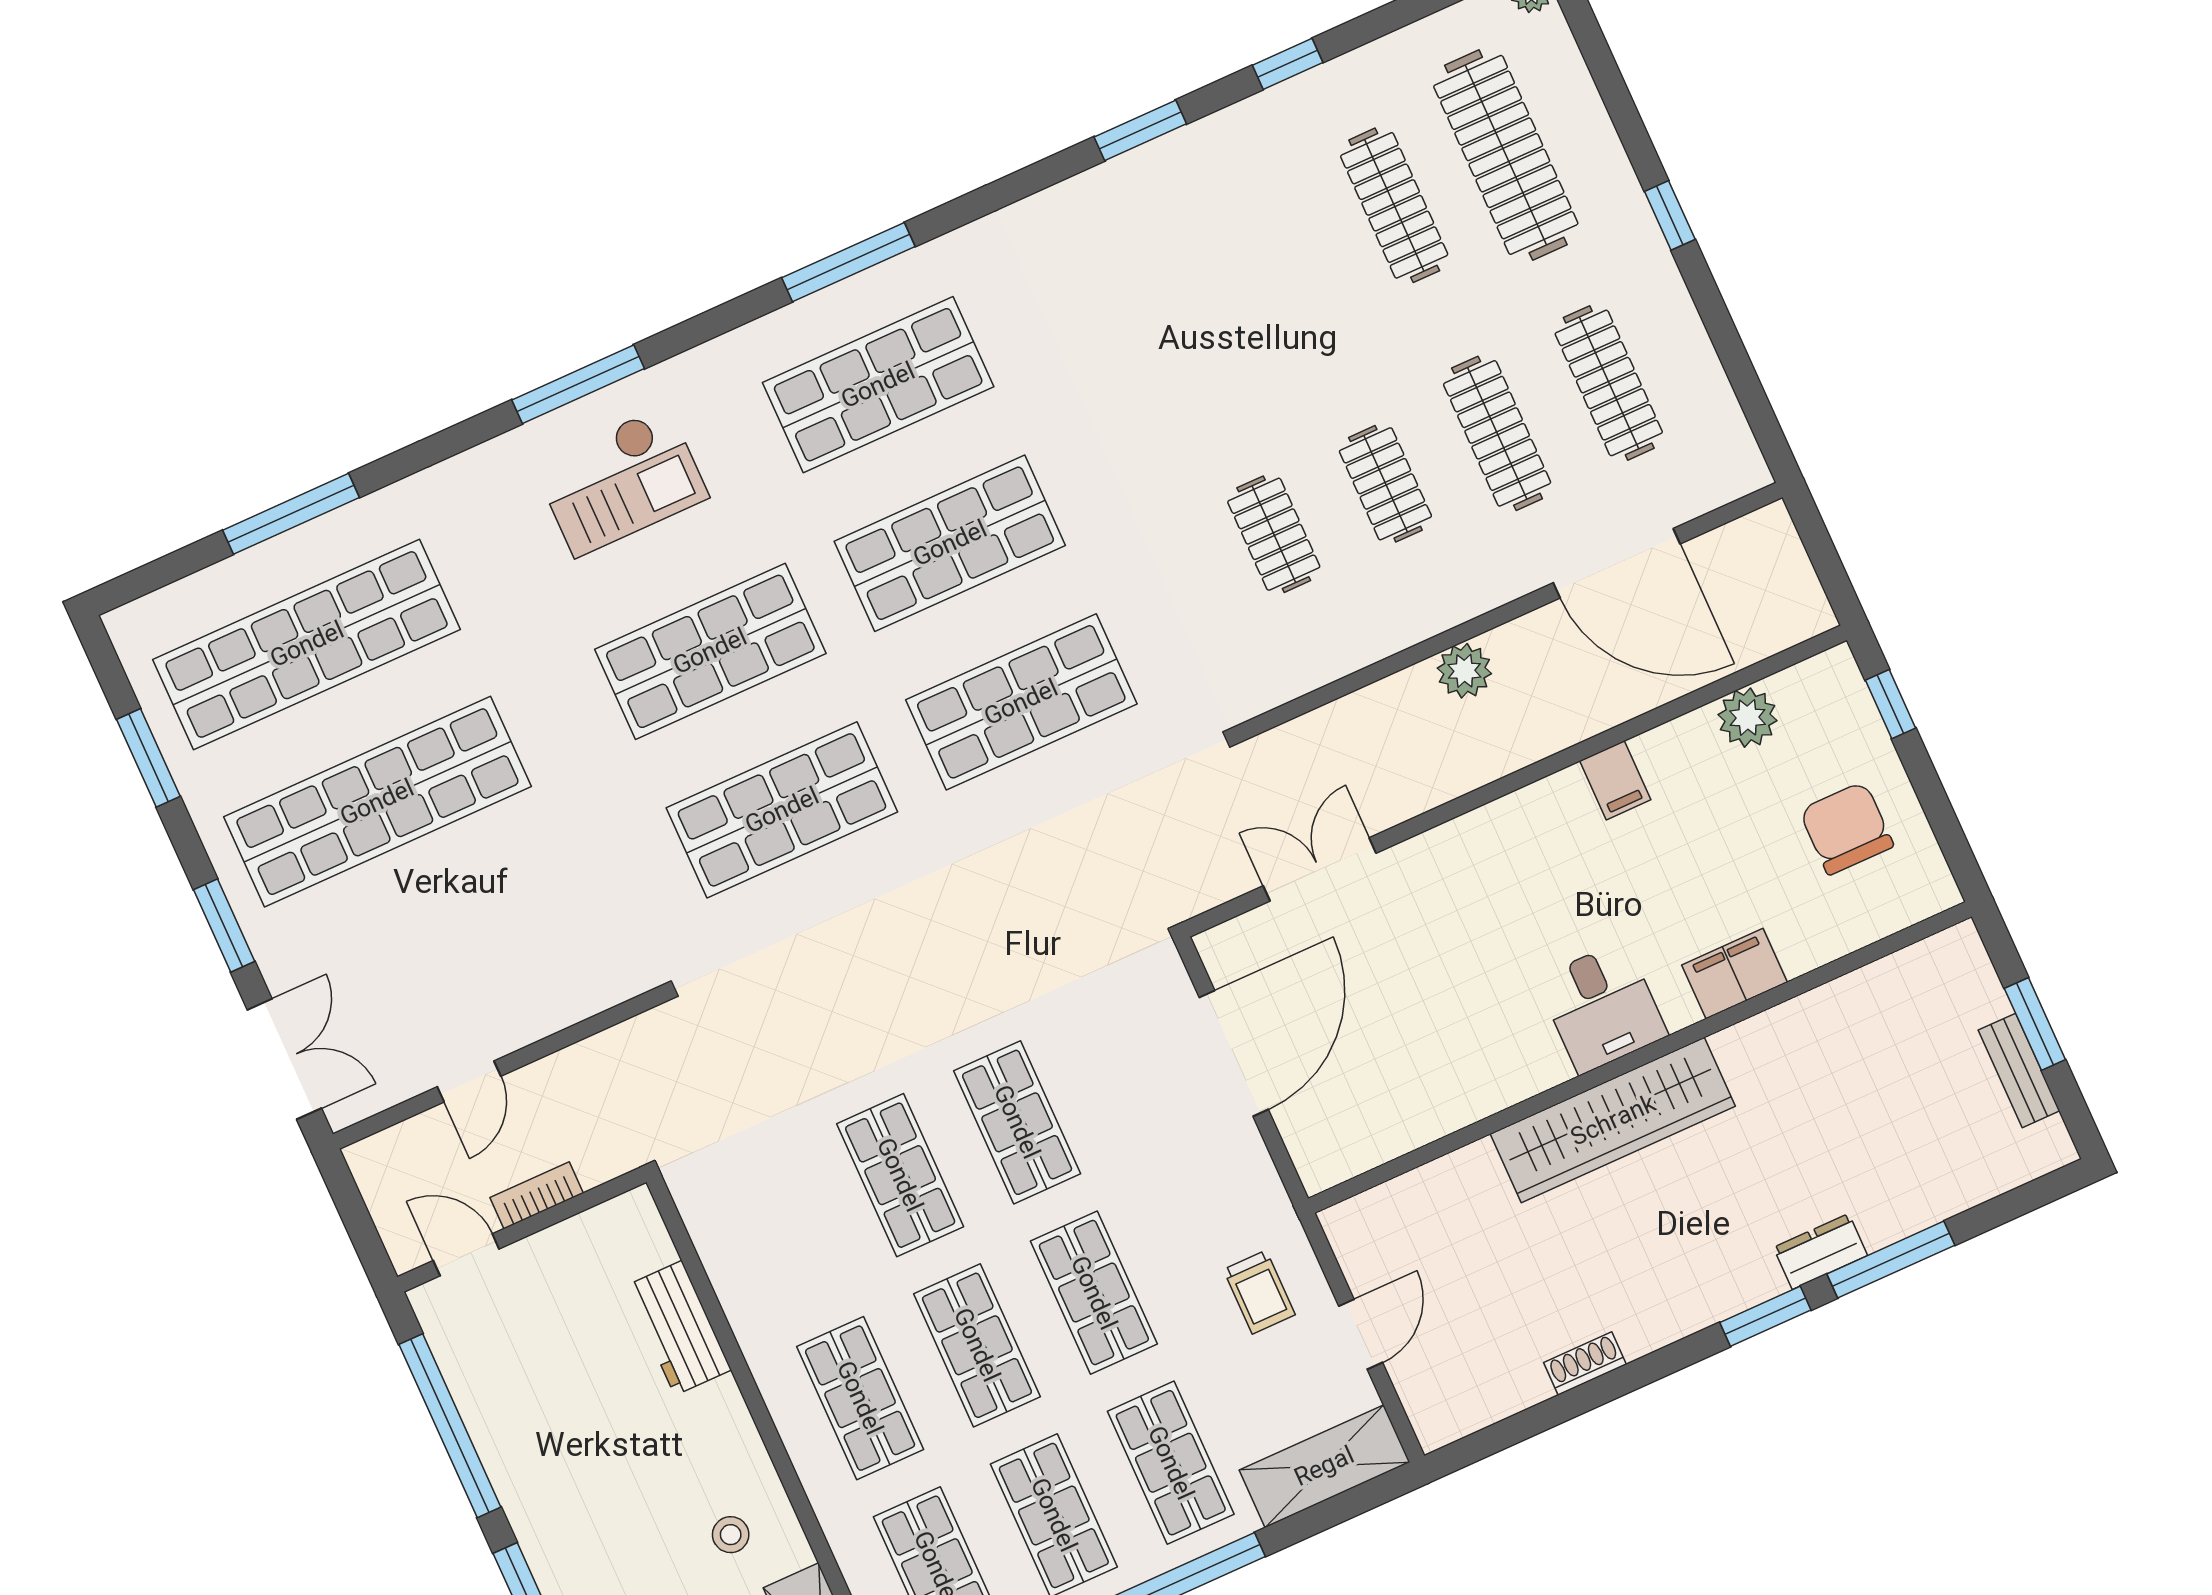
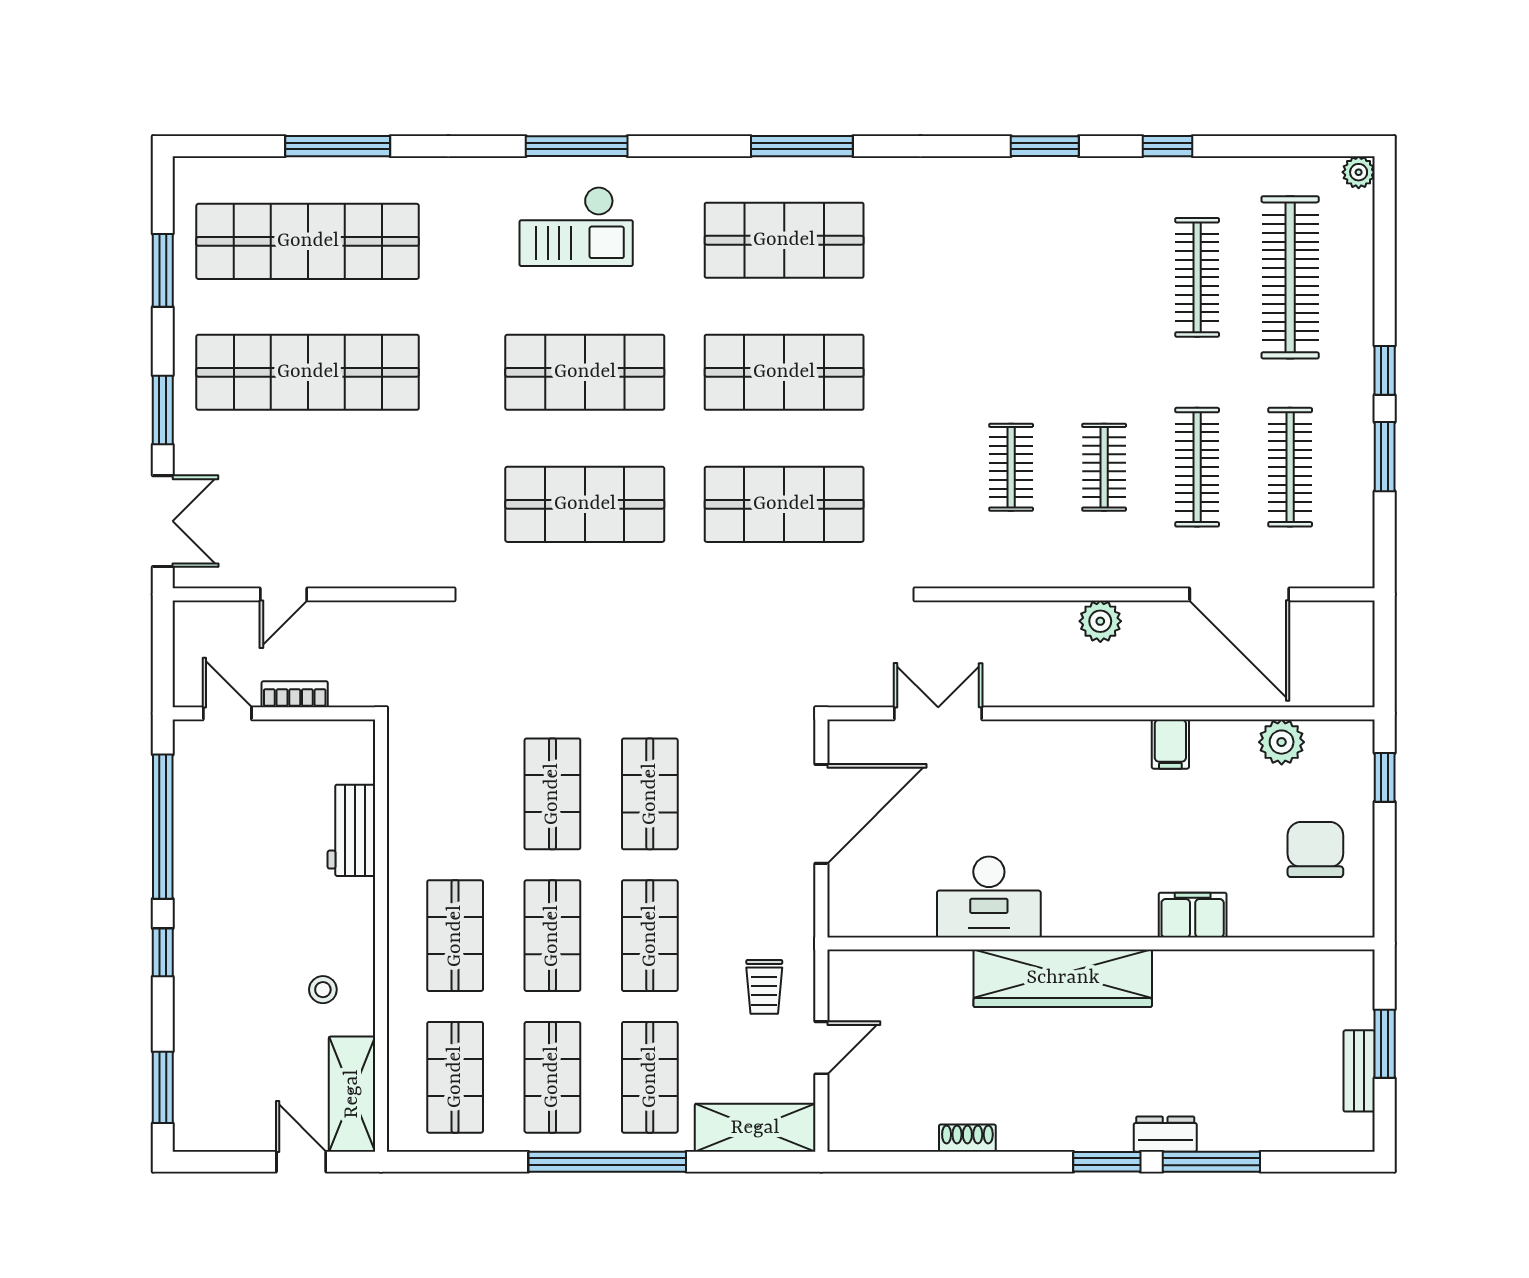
window: (1717, 319) -> (1385, 457), added
desk: (1602, 1007) -> (989, 897), moved, width x1.37

